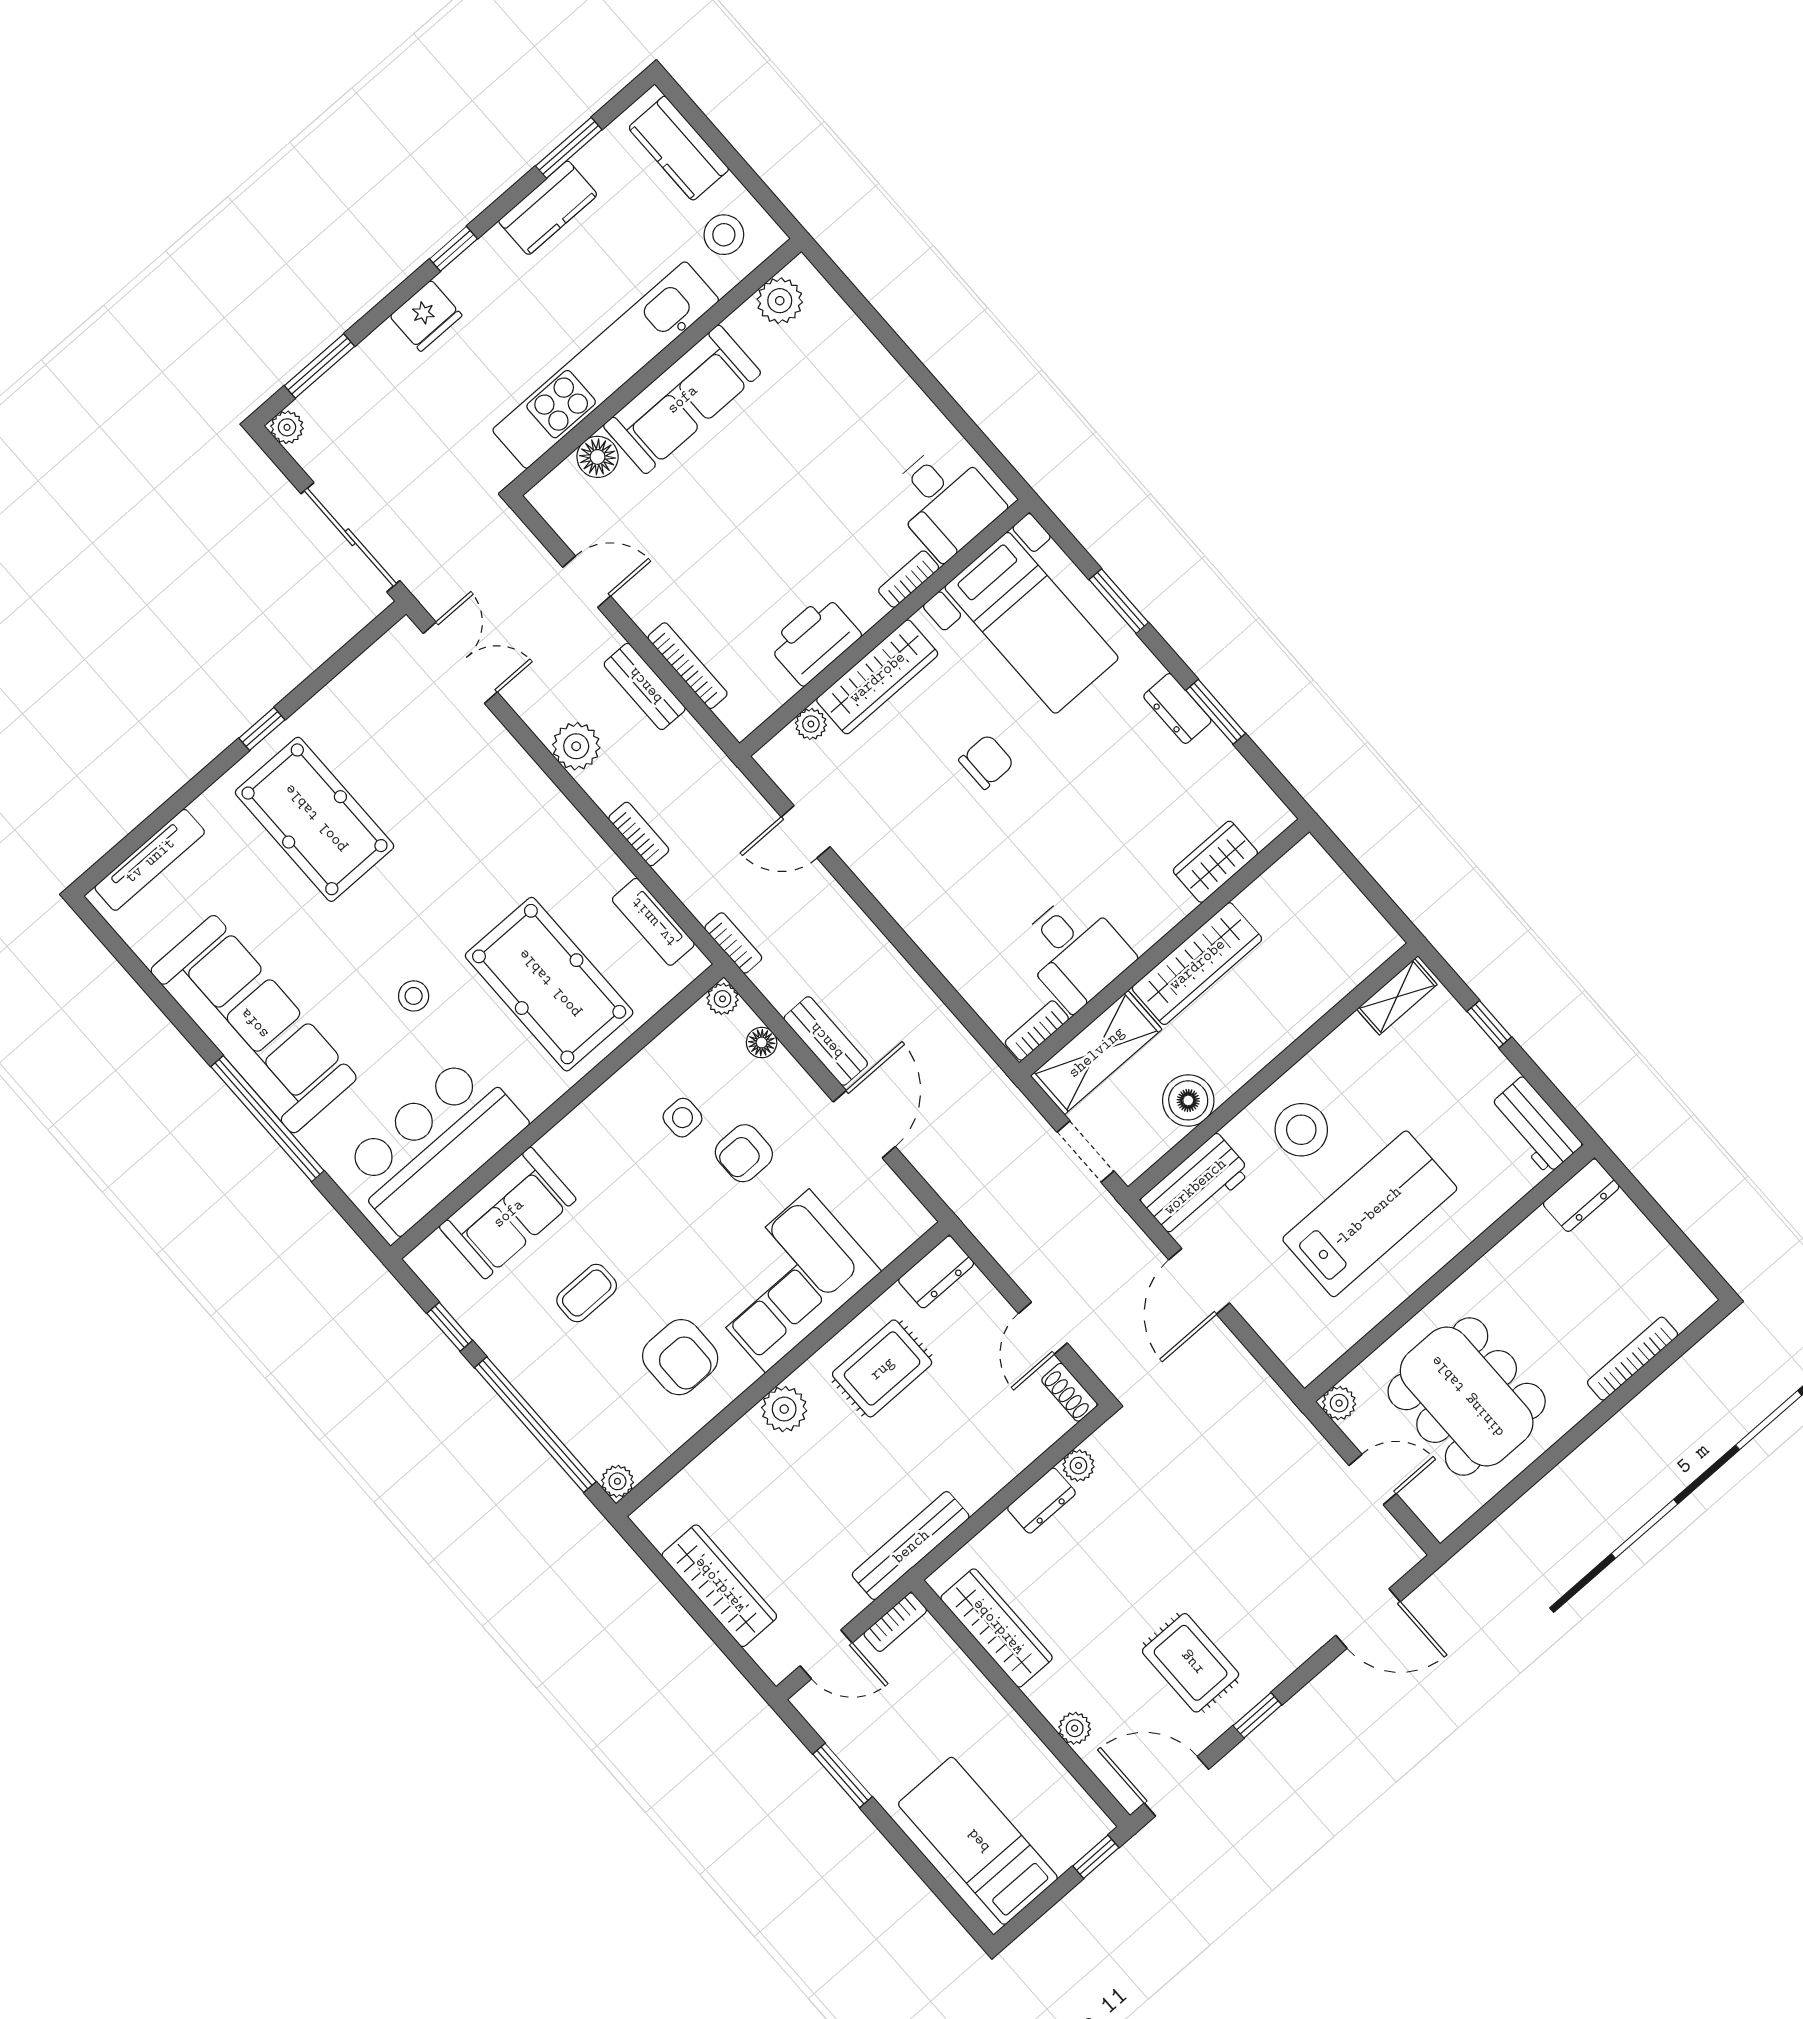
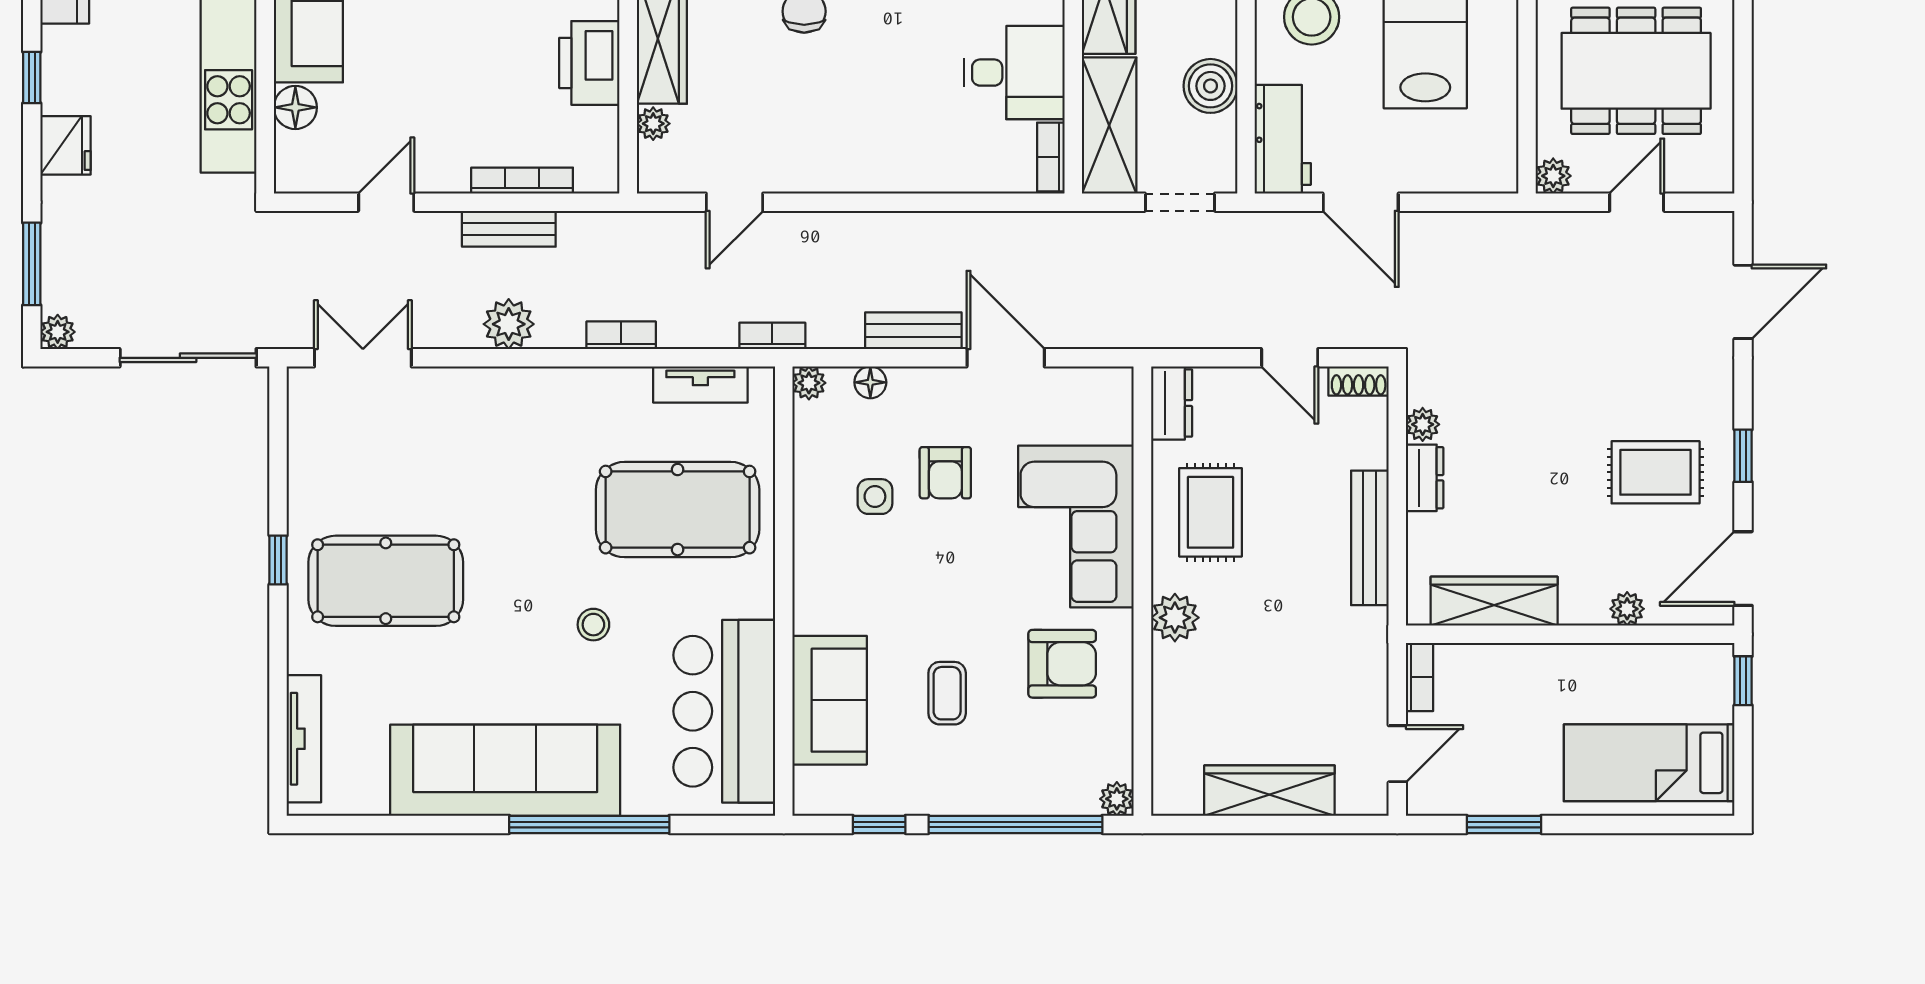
bench: (911, 1546) -> (1370, 538), moved

